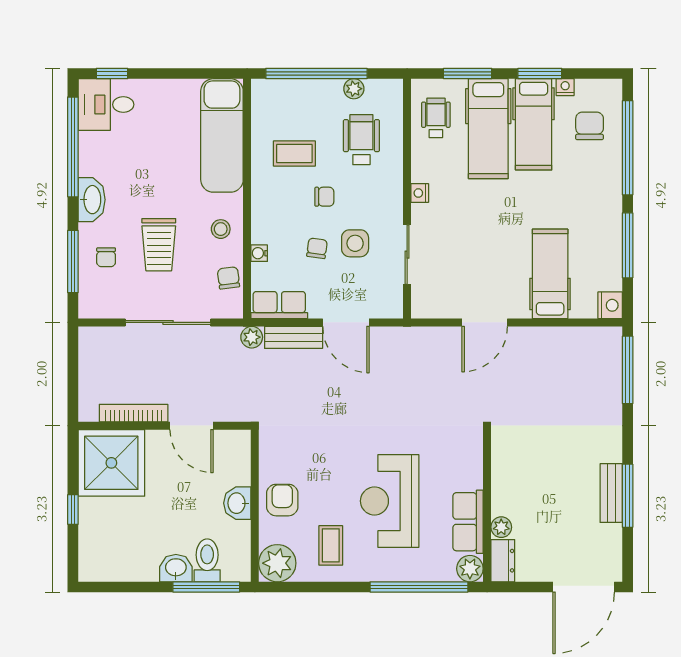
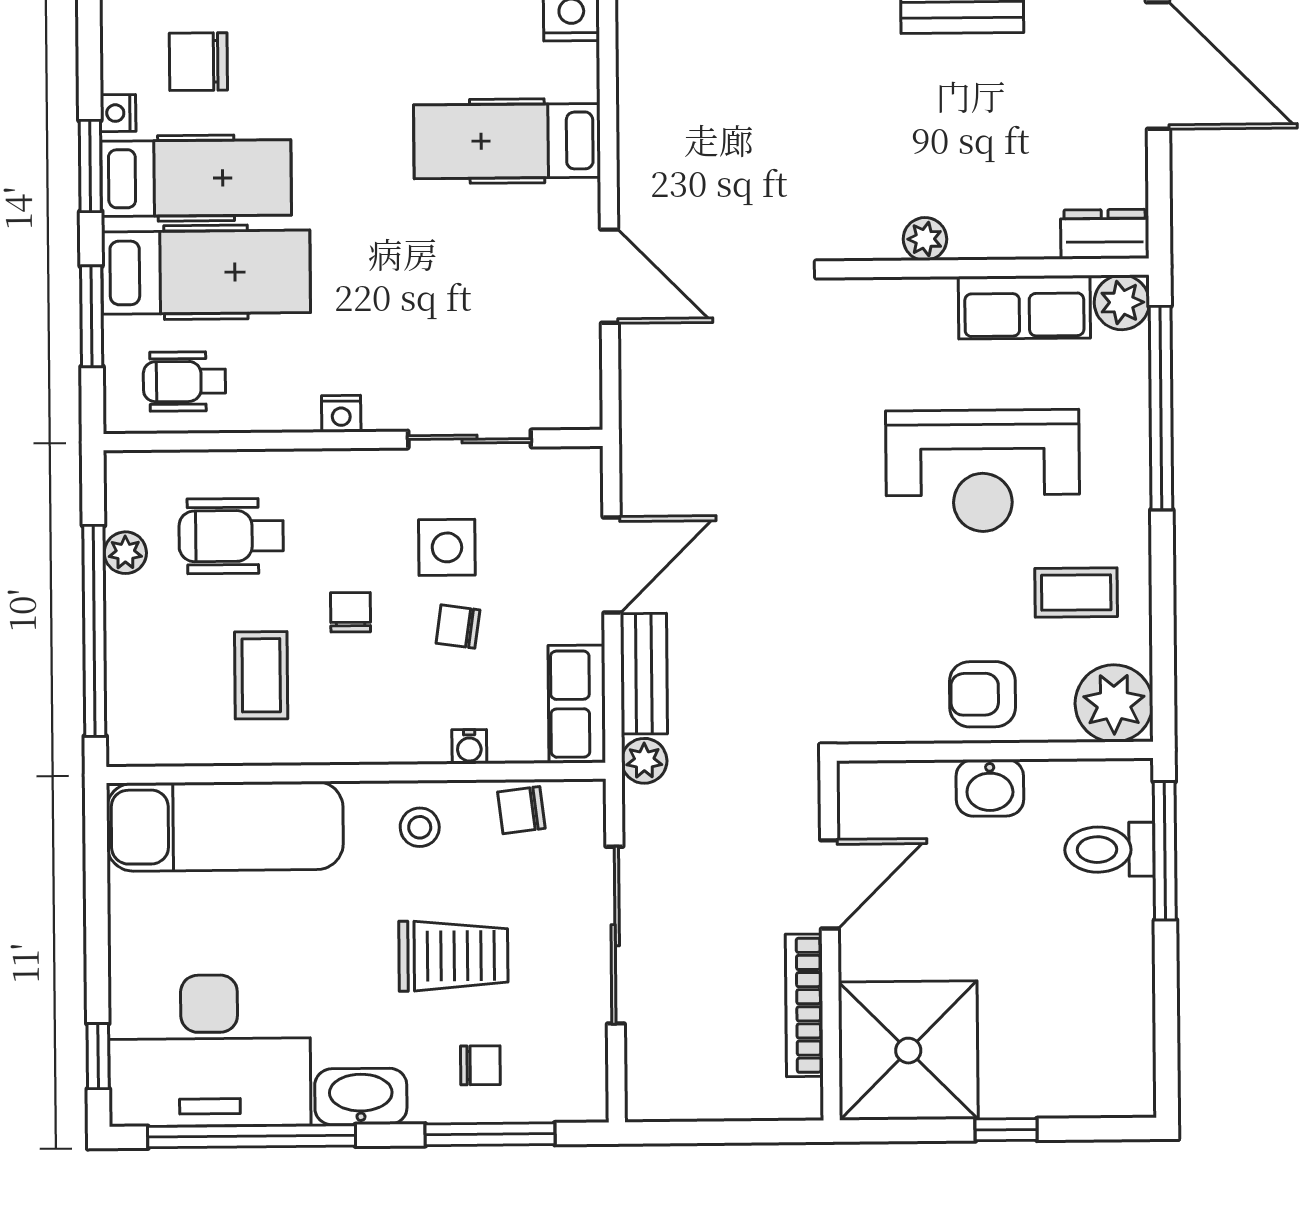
desk: (106, 105) -> (209, 1050), width x1.87, depth x1.30
plant: (501, 527) -> (925, 239), moved
washbasin: (176, 568) -> (1126, 914), removed

